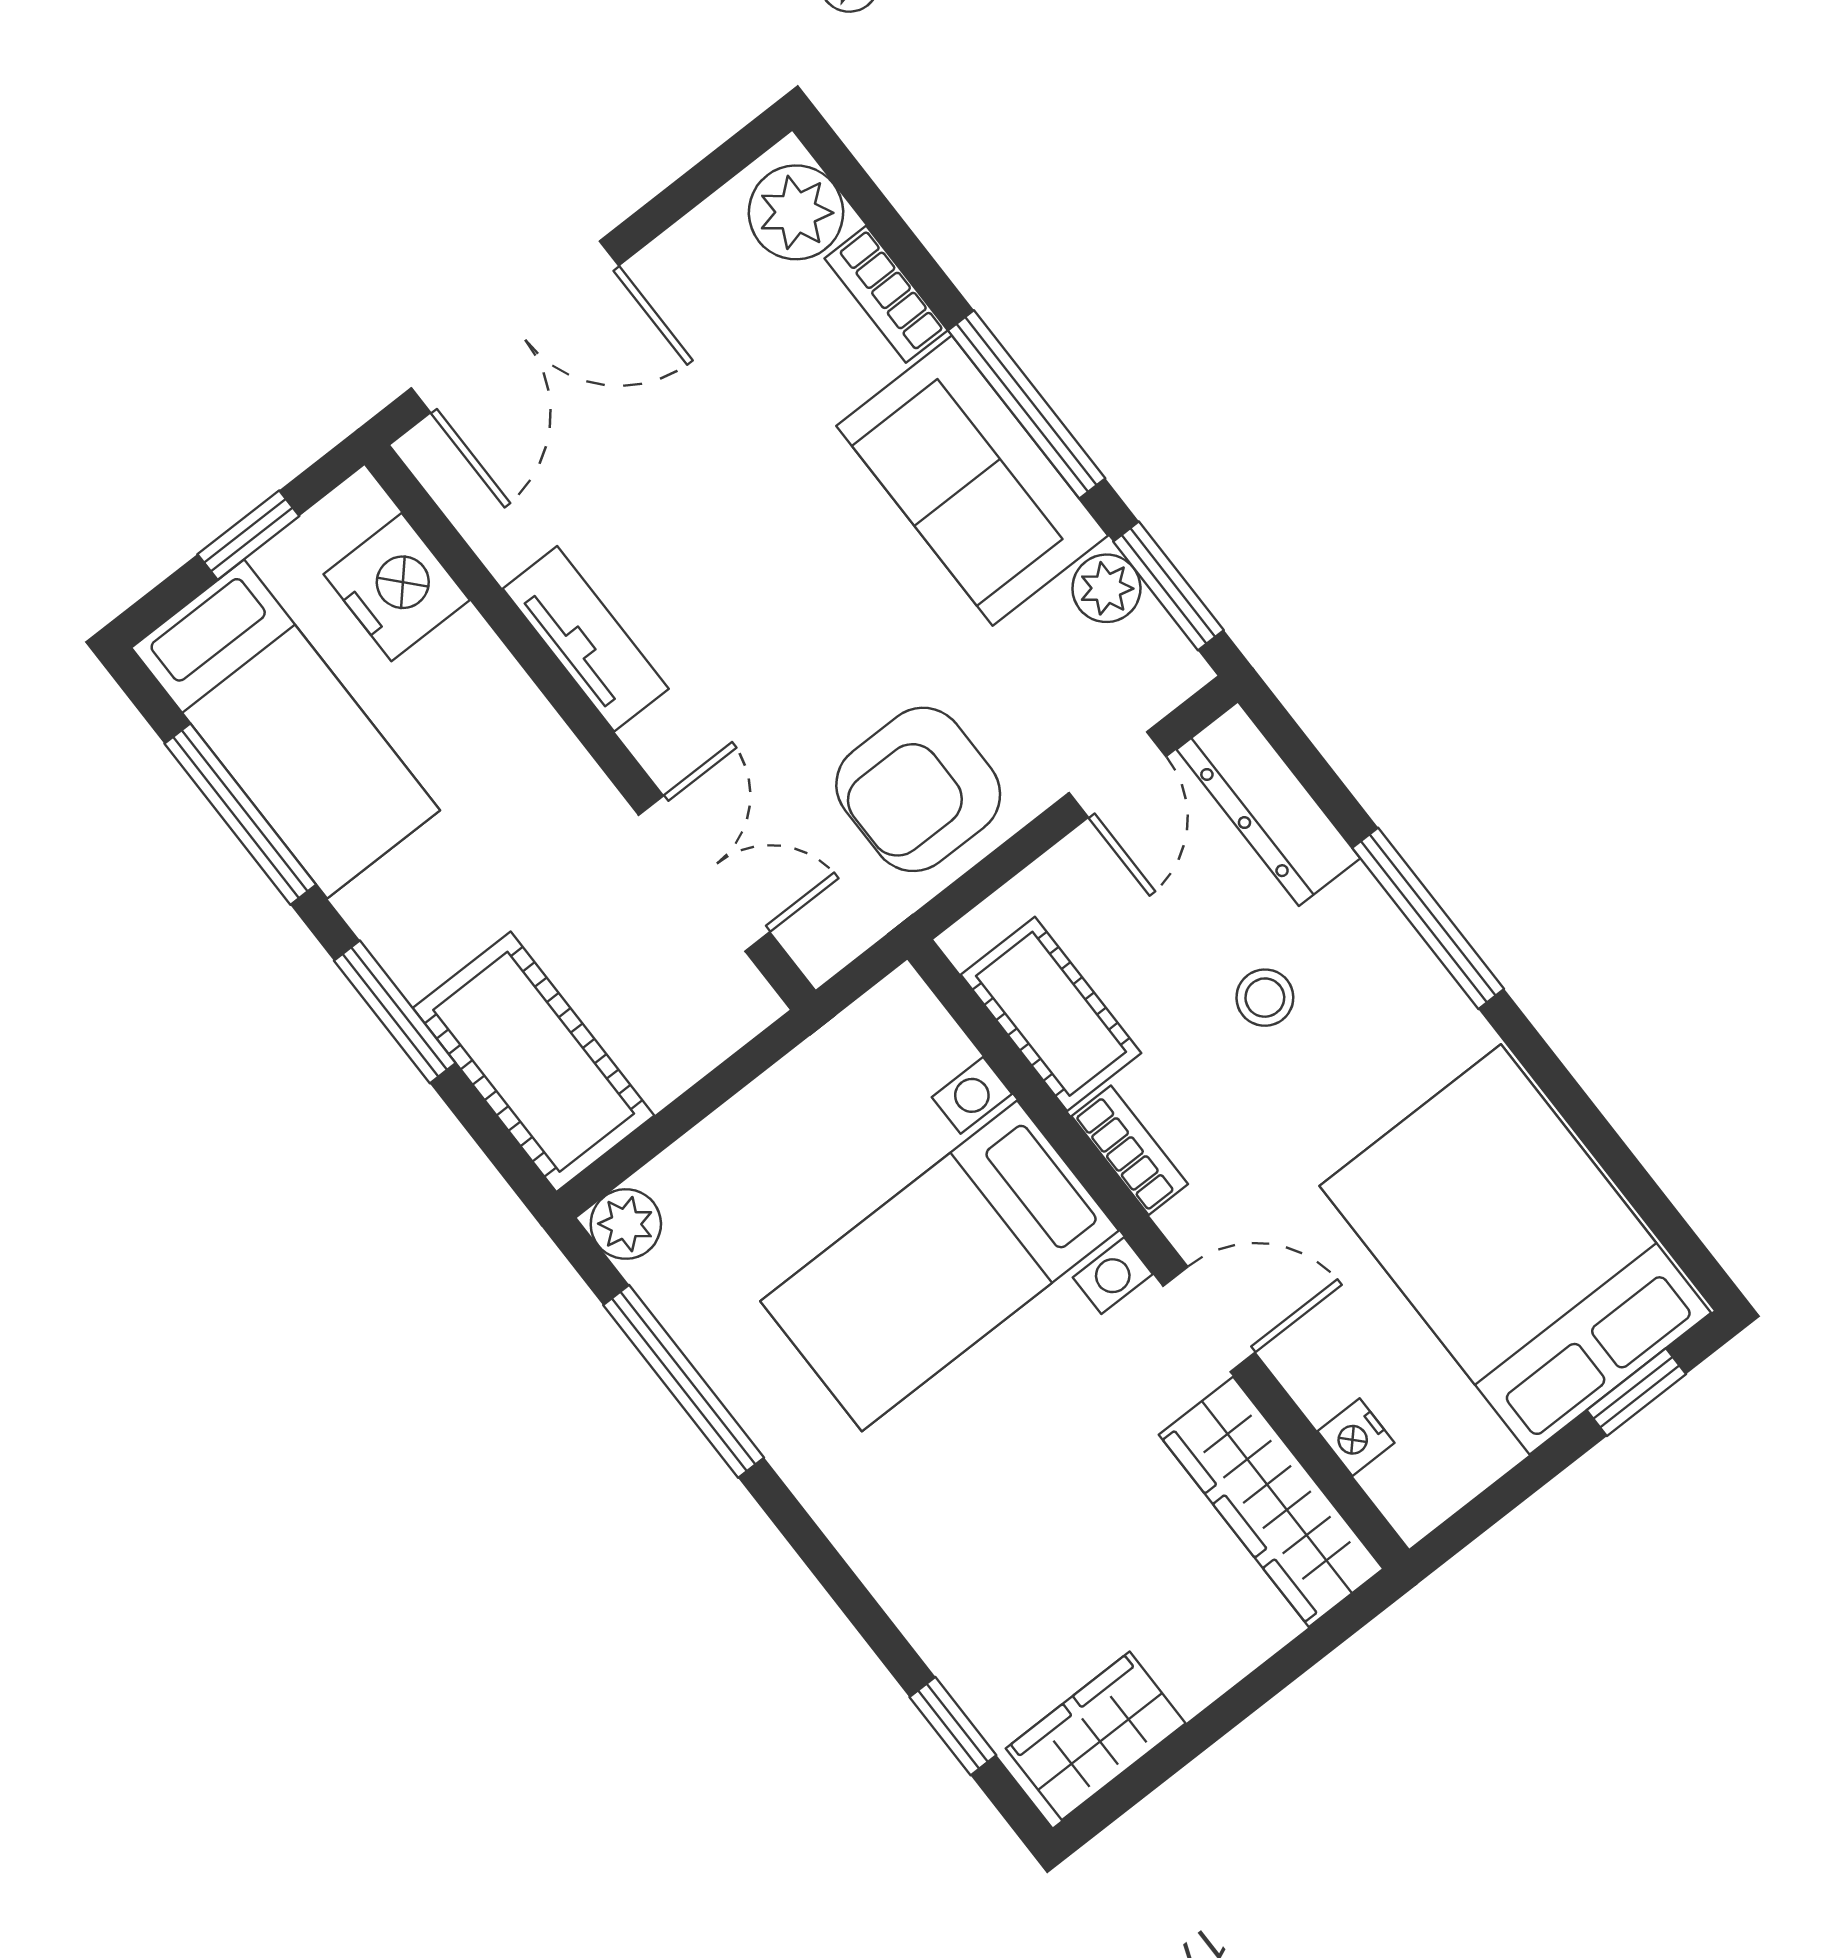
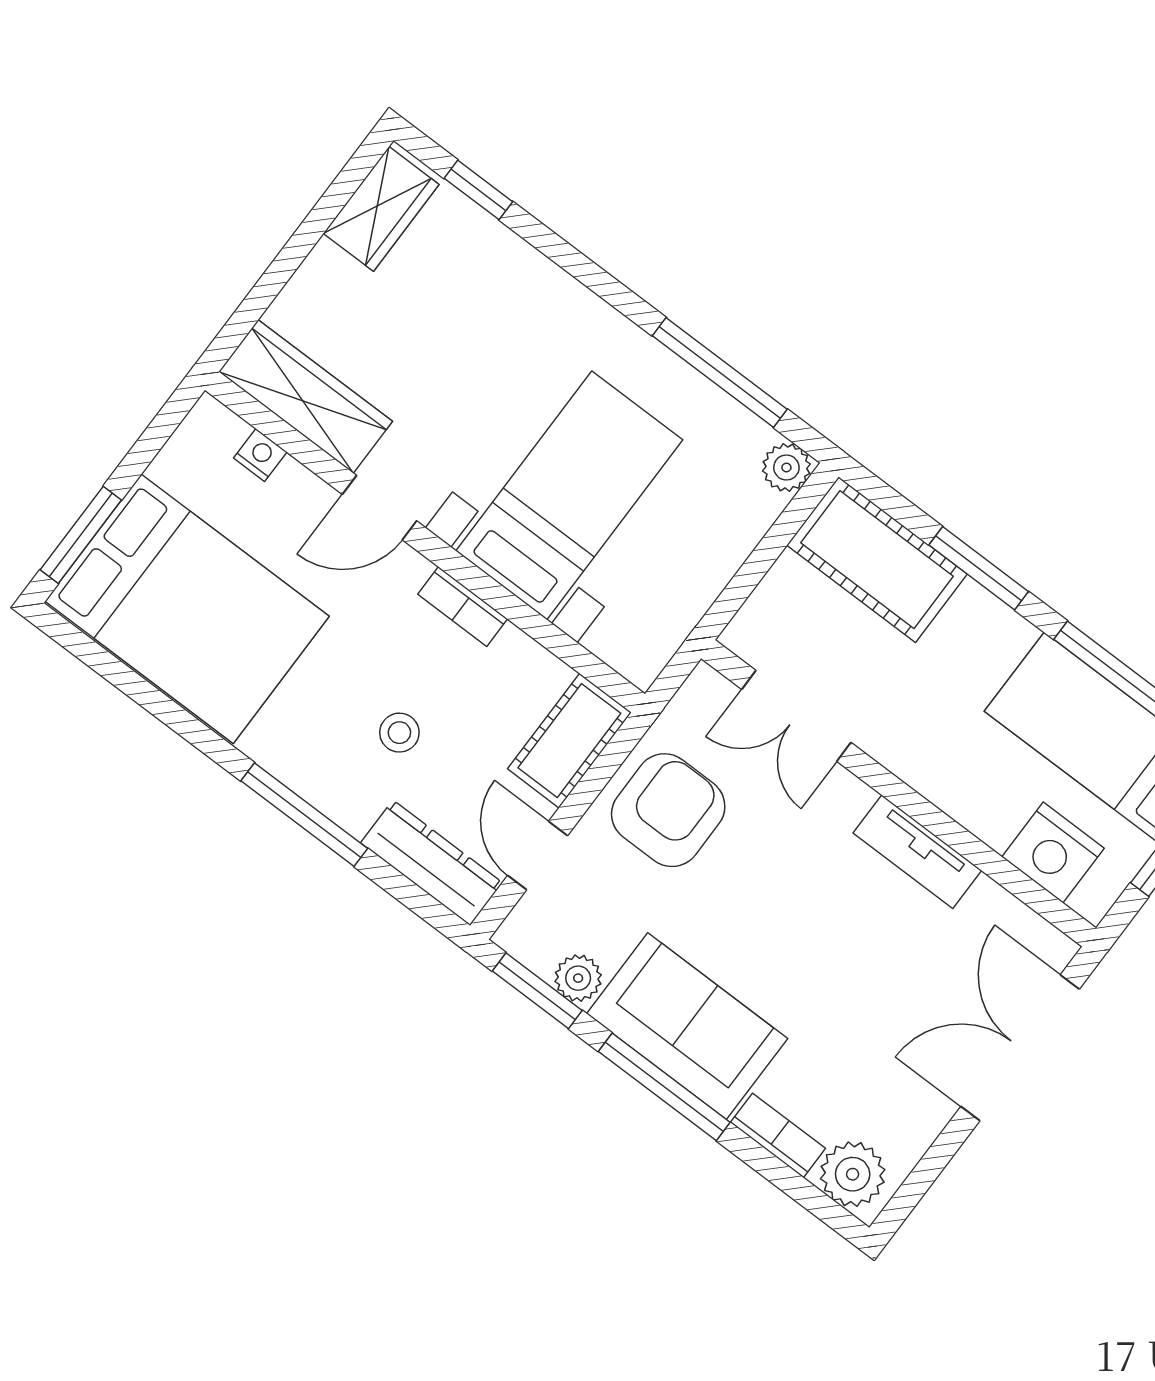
cot: (1051, 1014) -> (569, 741), moved, turned 90
window: (1636, 1392) -> (81, 535), width x1.50

